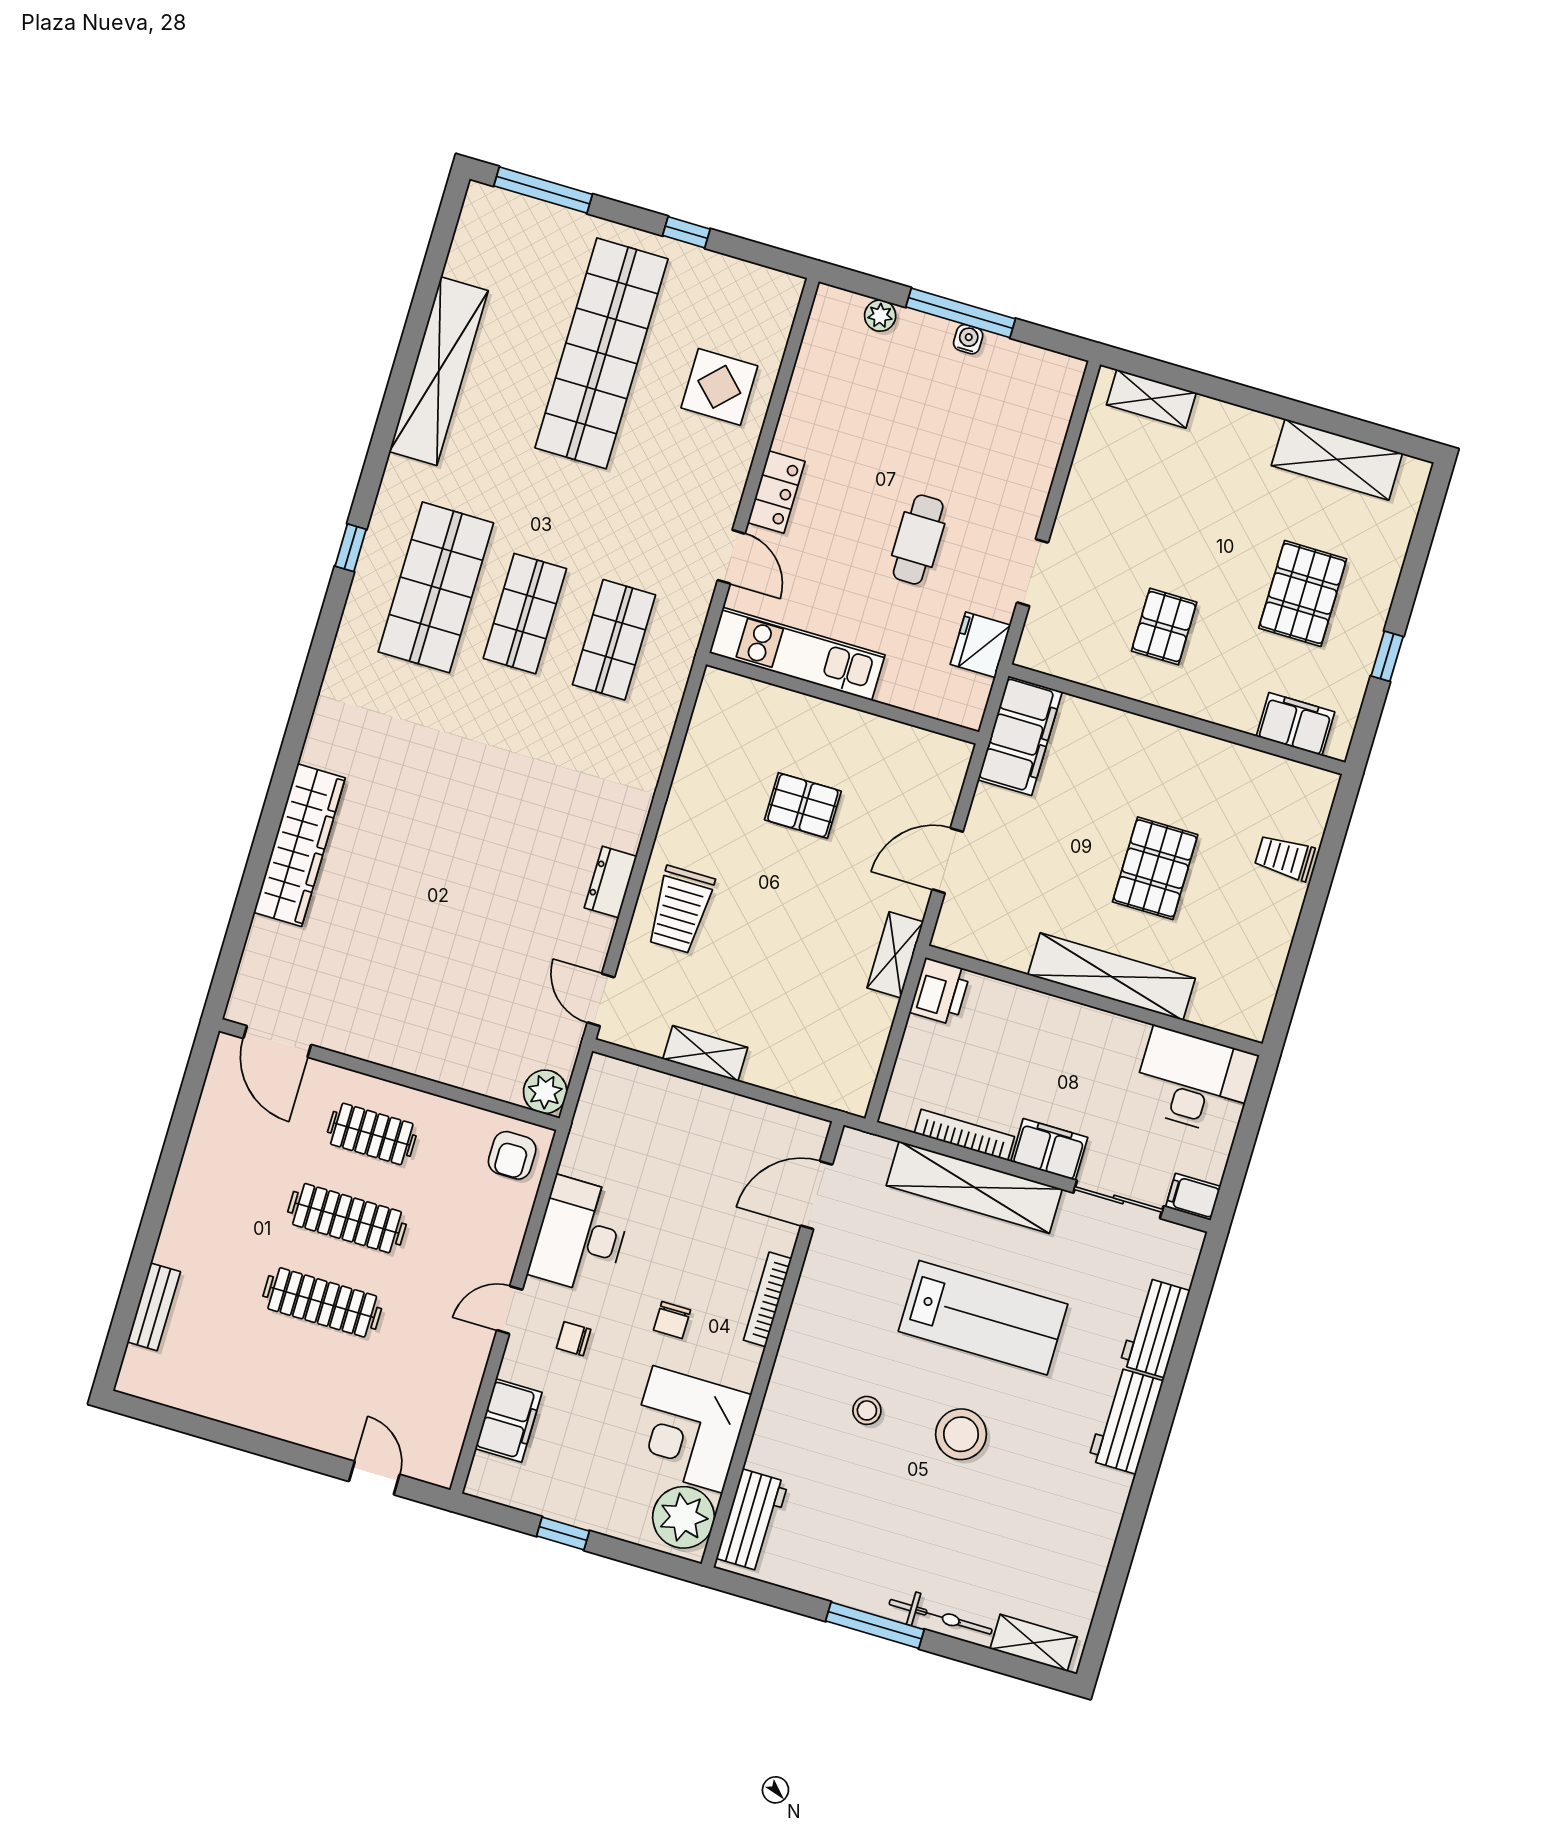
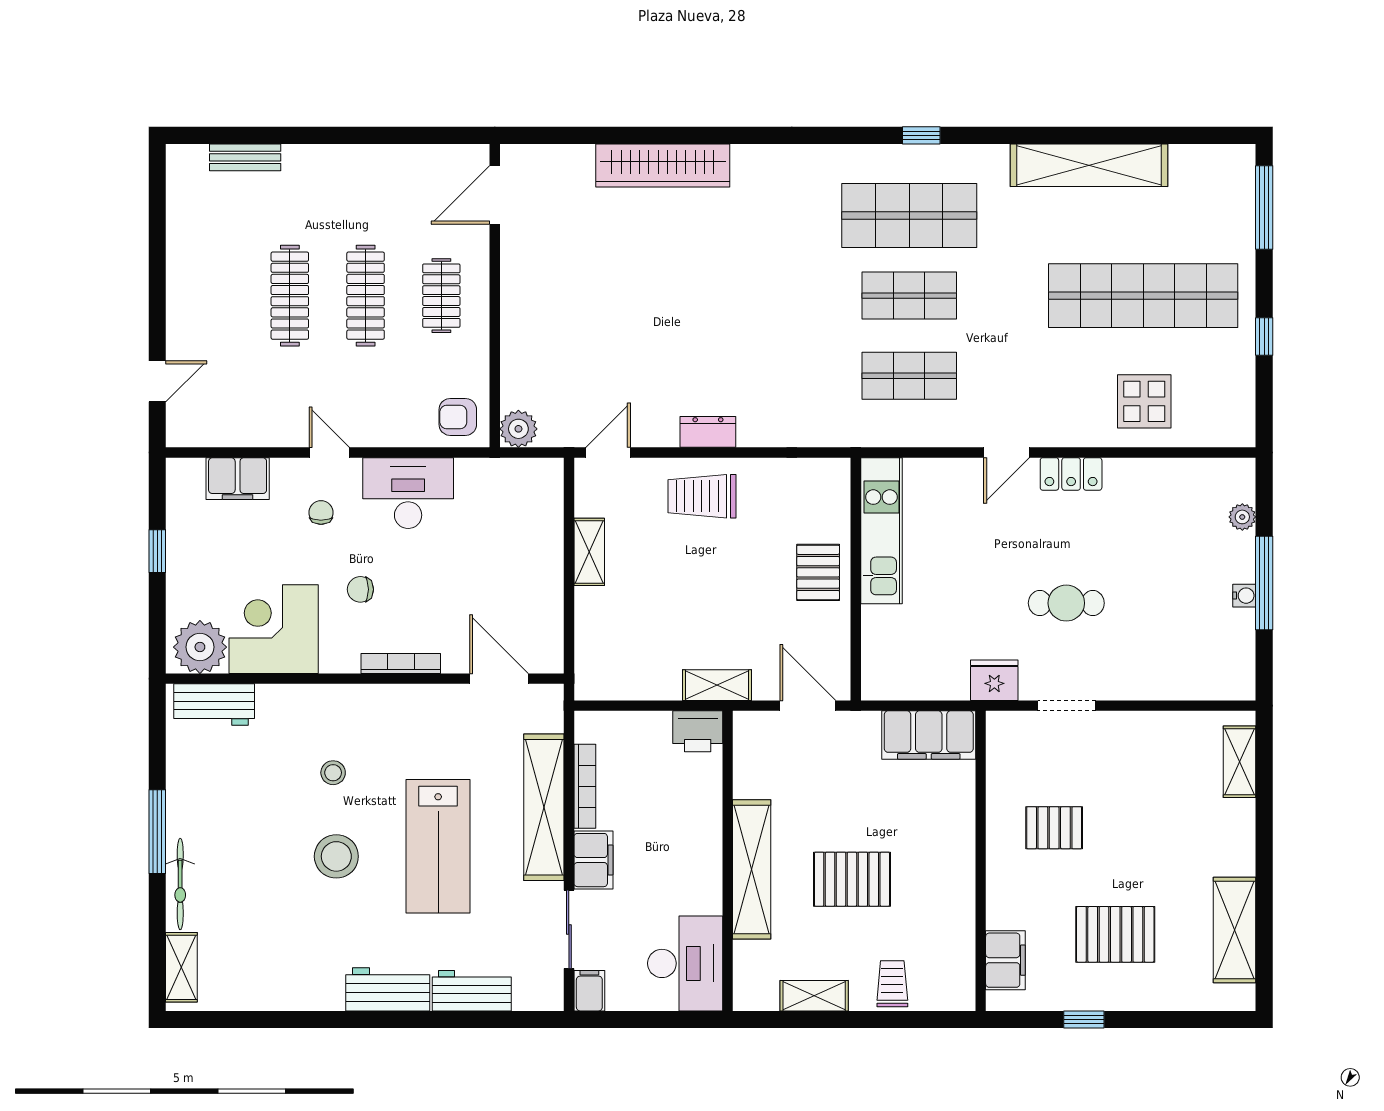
kitchen unit: (797, 654) -> (881, 531), moved
wall: (843, 698) -> (856, 579), moved
shelving: (1272, 949) -> (814, 996), added

